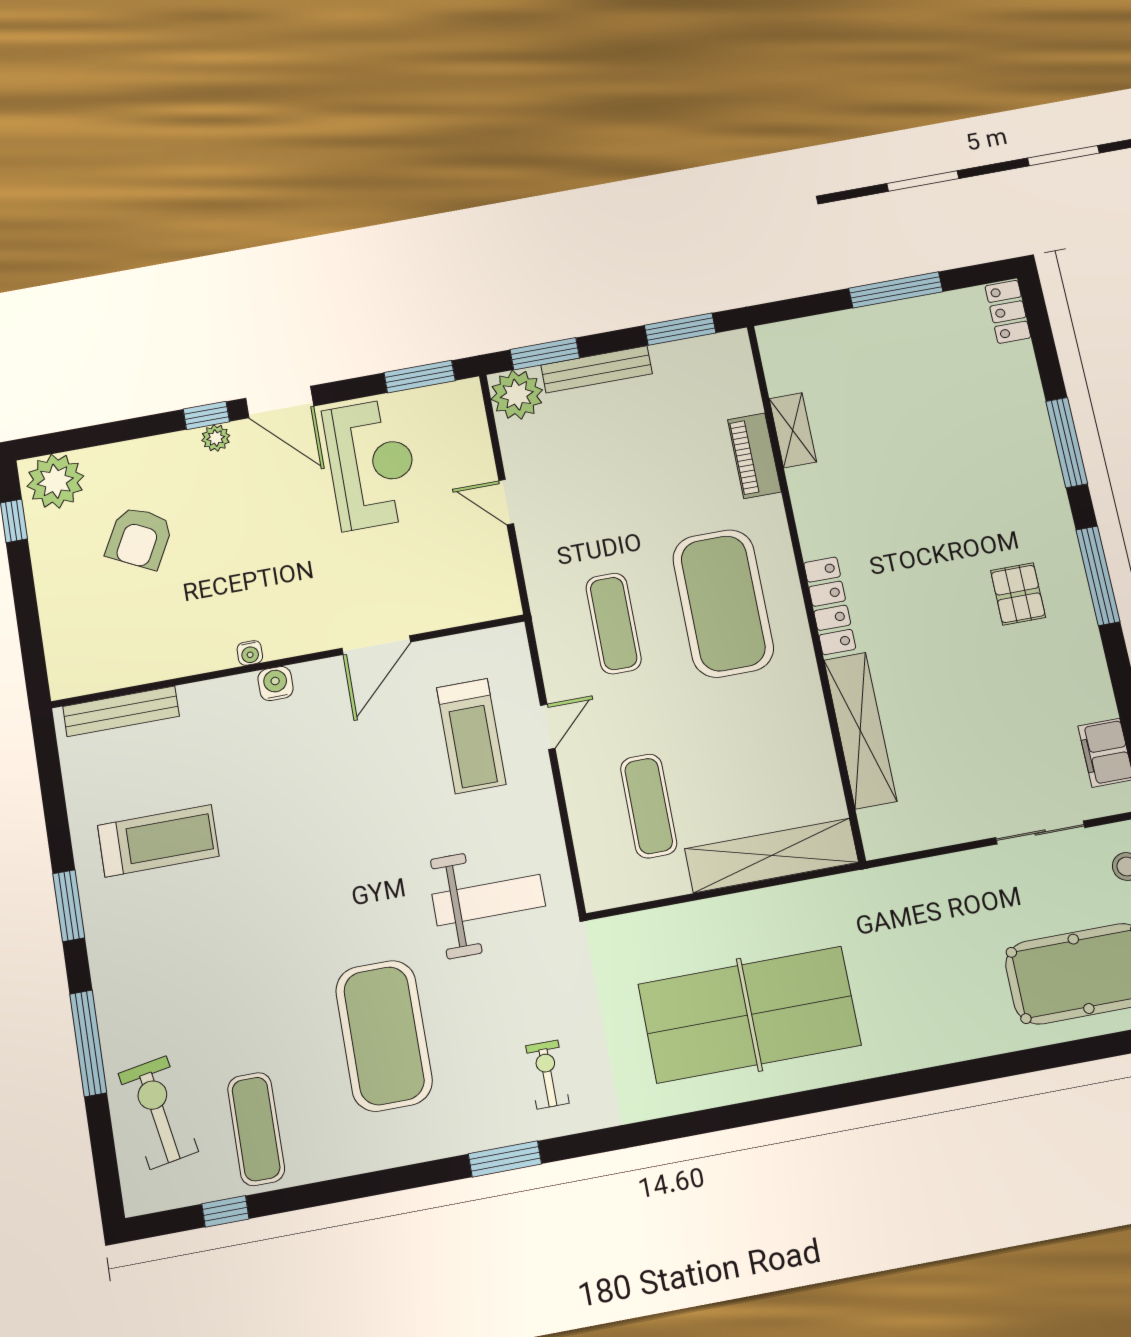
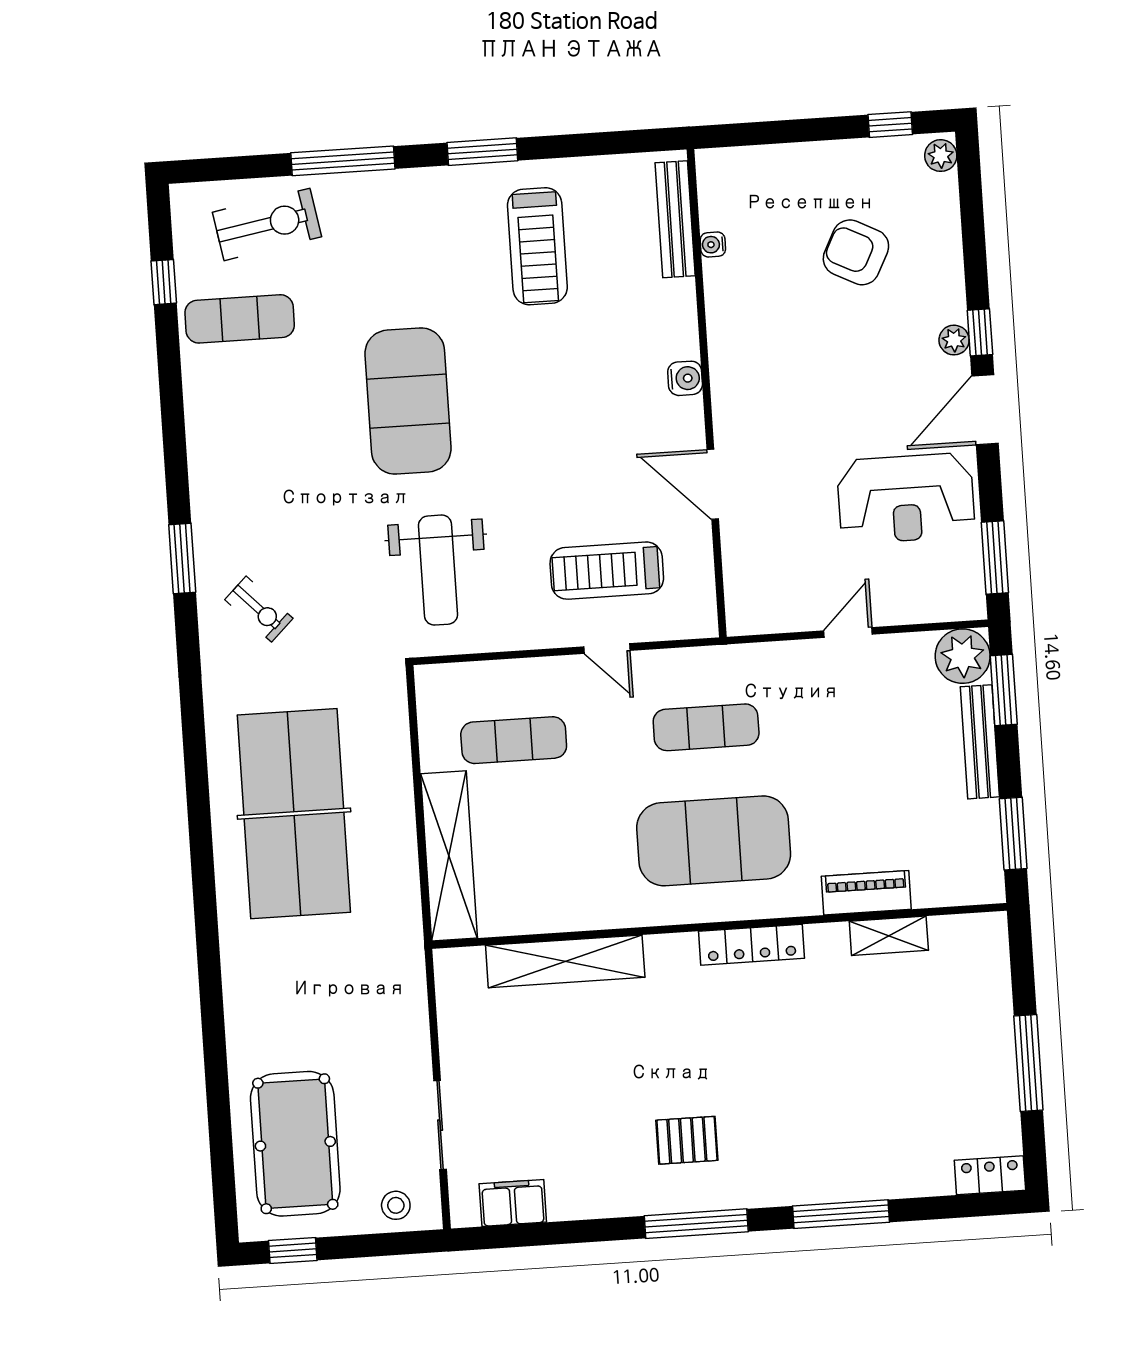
plant: (55, 481) -> (941, 156), width x0.53, depth x0.53
locker: (830, 606) -> (752, 945), moved
water cooler: (250, 653) -> (713, 245), moved
exercise mat: (384, 1036) -> (408, 401), moved, turned 90
exercise bike: (547, 1075) -> (259, 609), turned 46

